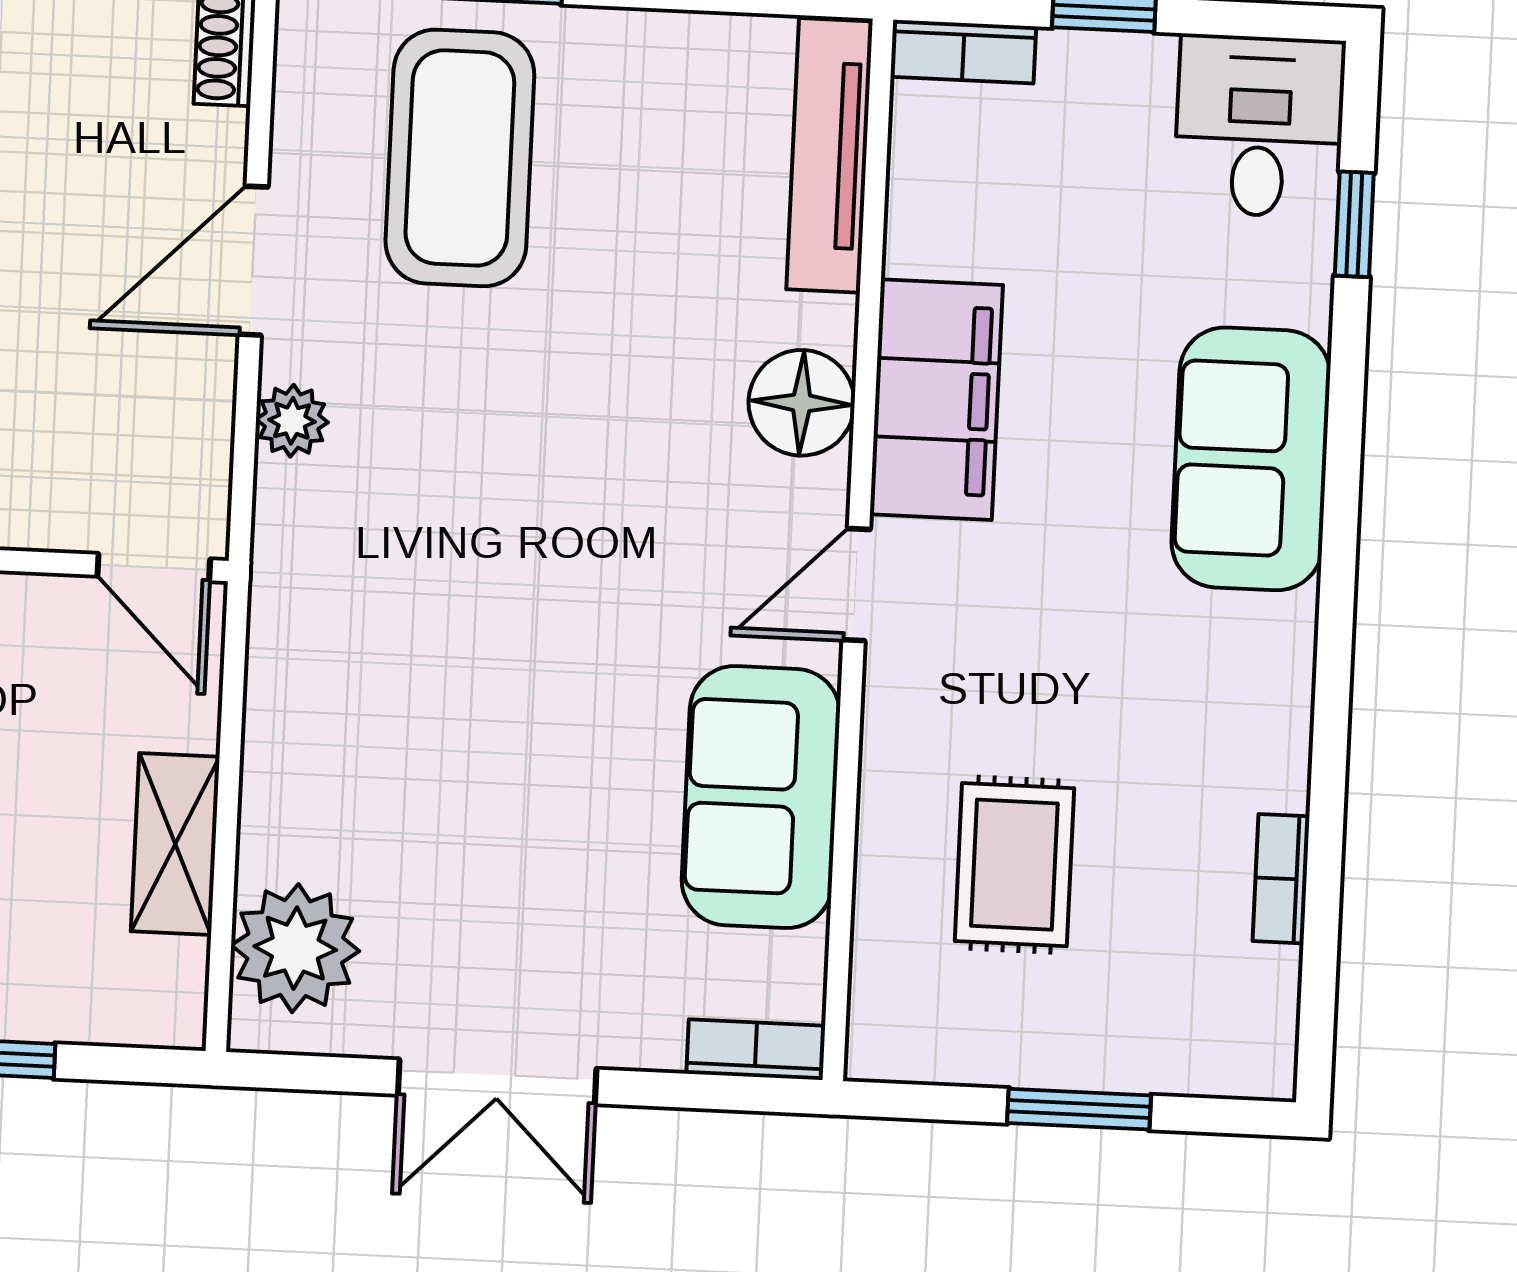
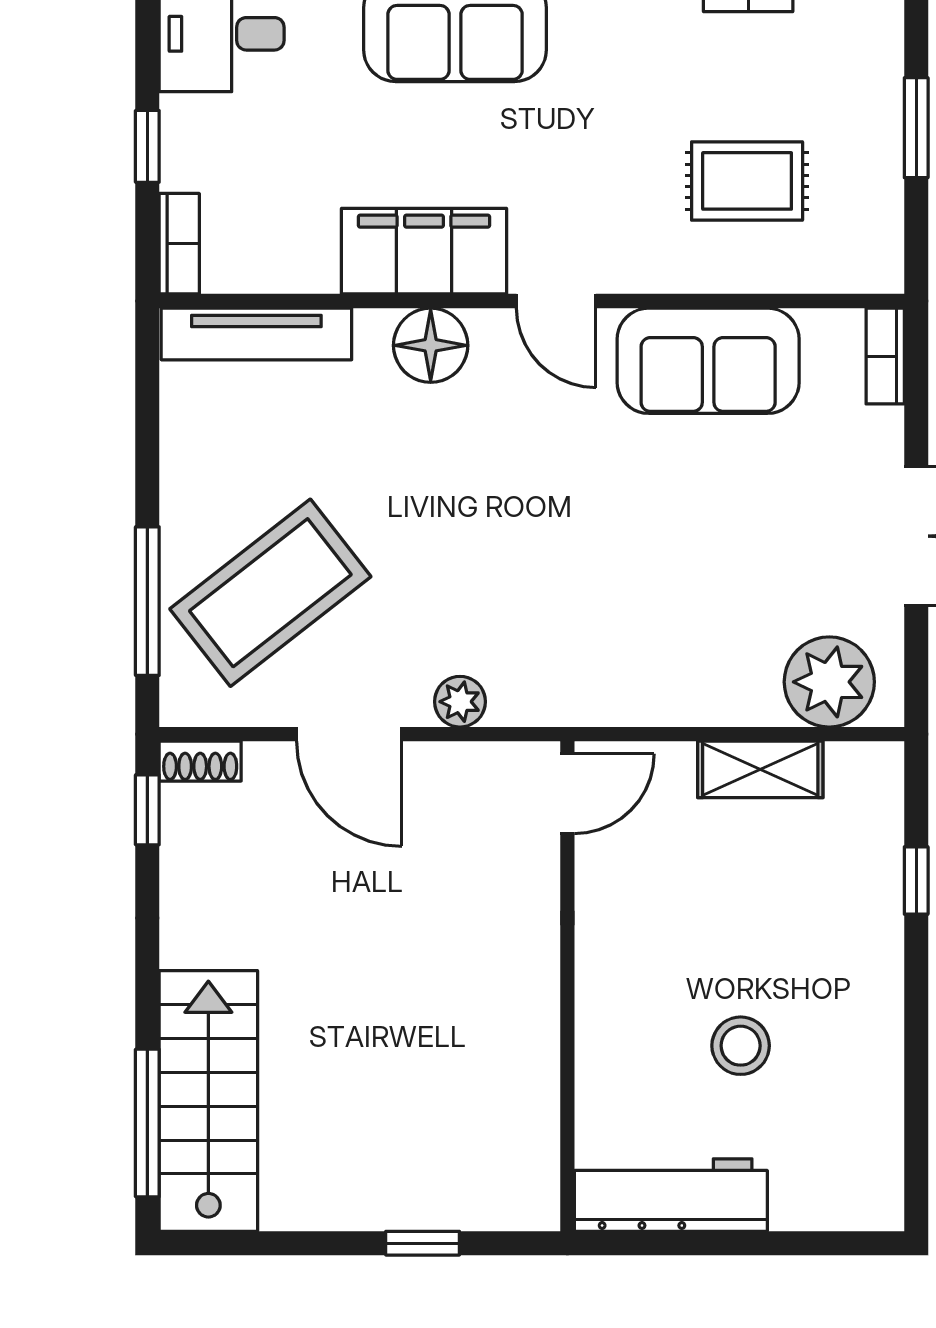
coffee table: (460, 158) -> (270, 593), turned -38

